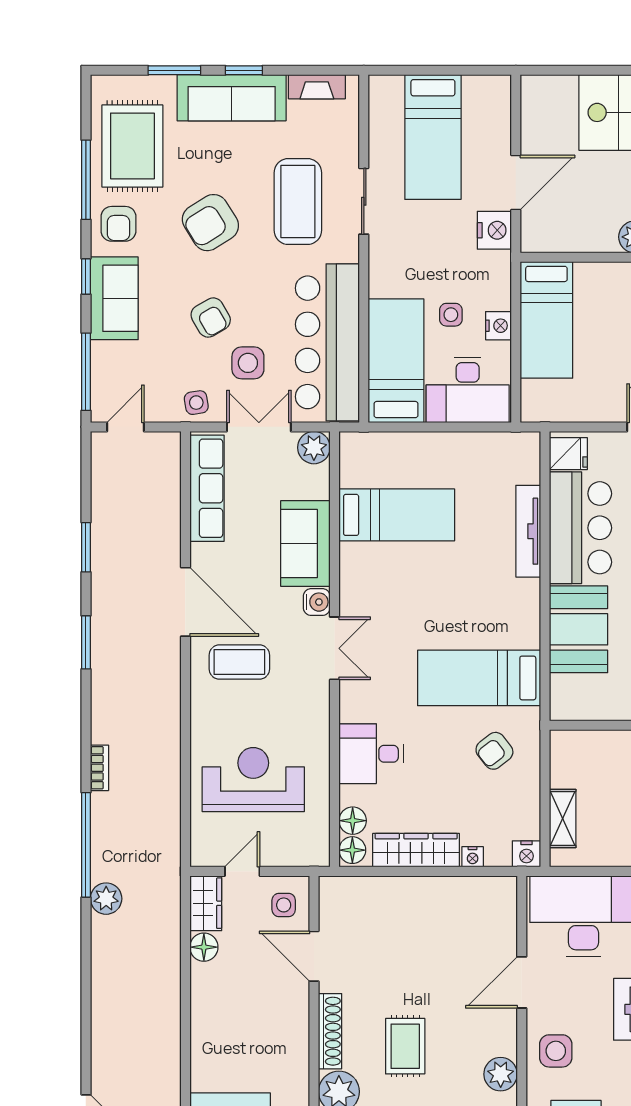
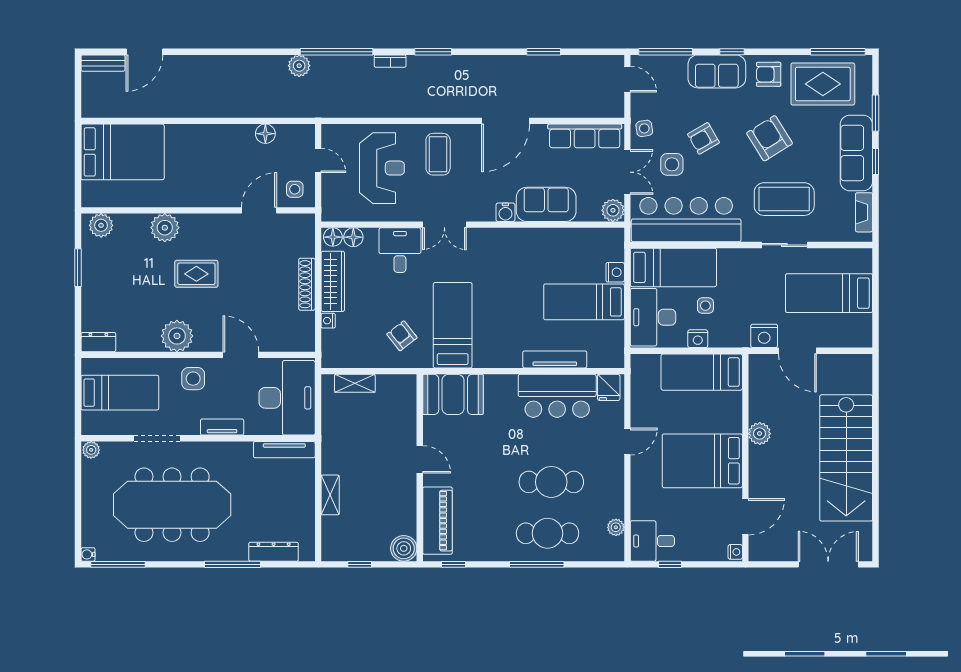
window: (86, 180) -> (838, 52), moved
bed: (397, 515) -> (584, 302), moved, turned 90
booth: (579, 629) -> (453, 394), moved
window: (86, 642) -> (433, 52), moved
double door: (335, 648) -> (444, 225), moved
coffee table: (239, 662) -> (438, 154), moved
nightstand: (526, 854) -> (615, 272), moved, turned 180
wardrobe: (206, 903) -> (296, 135), removed
shoe rack: (330, 1031) -> (307, 284), moved, turned 90
plant: (501, 1074) -> (177, 336), width x1.36, depth x1.36

